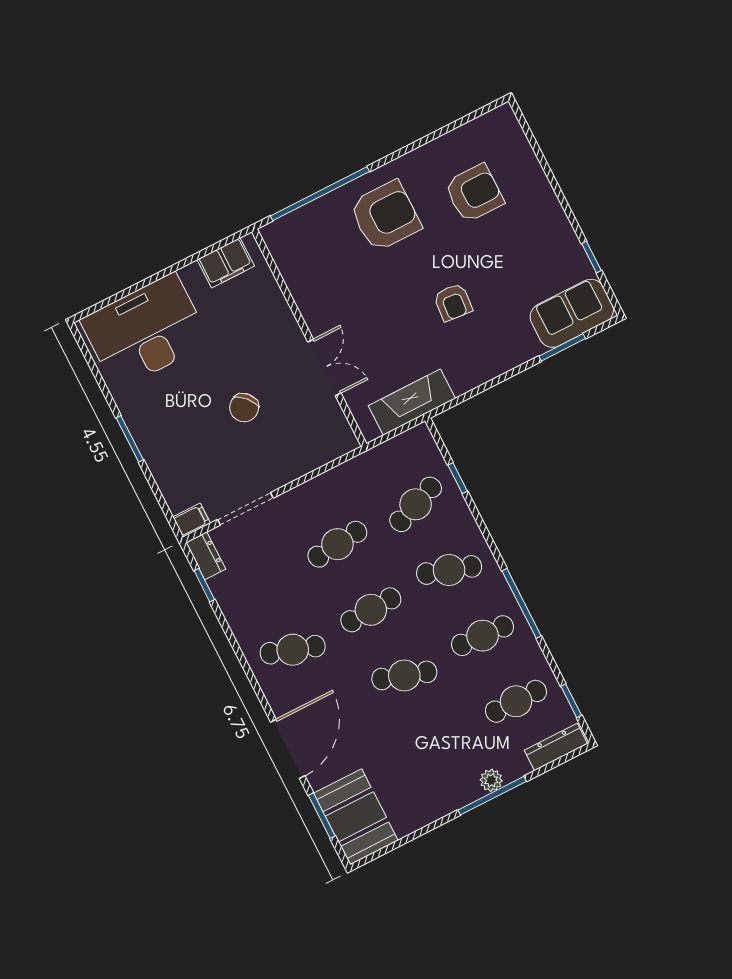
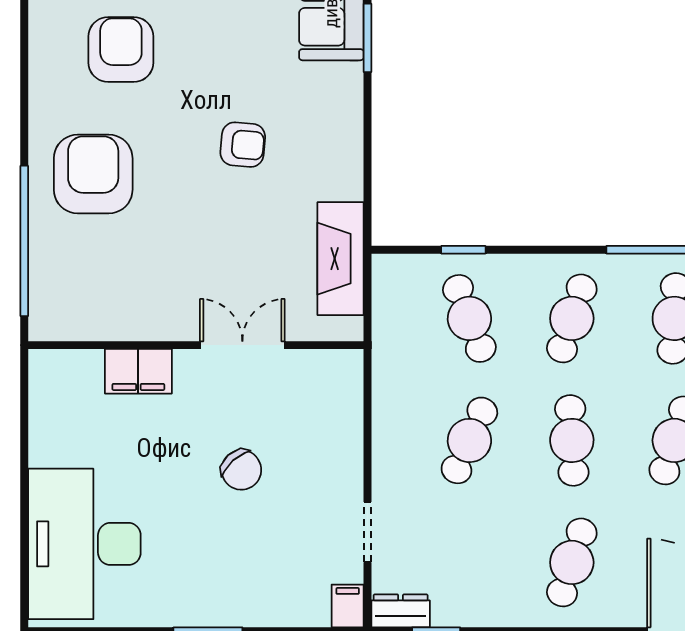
filing cabinet: (226, 263) -> (138, 371), moved, turned 90
doorway: (245, 509) -> (367, 532), width x0.73
cafe table: (337, 544) -> (469, 440), turned 30

